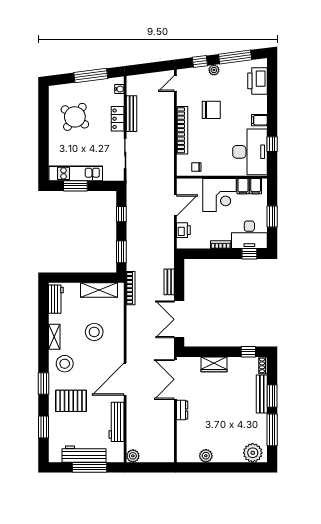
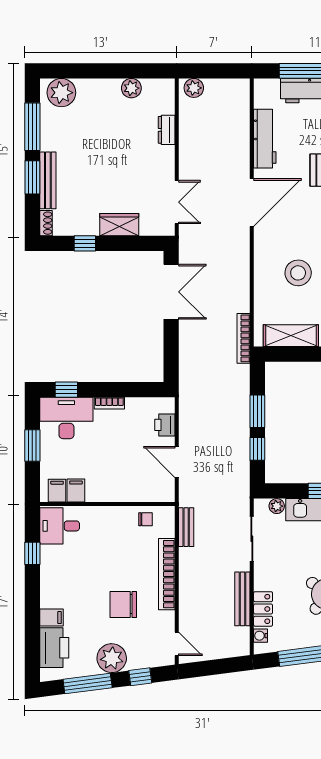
plant: (214, 70) -> (112, 658), width x1.87, depth x1.87
door: (175, 84) -> (177, 644), hinge flipped
locker: (118, 119) -> (263, 609), moved
filing cabinet: (259, 120) -> (51, 618), moved
desk: (250, 152) -> (60, 526), width x0.53, depth x0.77
plant: (109, 176) -> (277, 506), added
corner desk: (220, 195) -> (111, 477), removed
door: (175, 205) -> (177, 462), hinge flipped
window: (121, 252) -> (257, 411), moved
bench: (169, 282) -> (186, 527), moved
window: (248, 352) -> (85, 243), moved
double door: (175, 379) -> (177, 202), width x0.73
dresser: (182, 410) -> (167, 130), moved
plant: (133, 456) -> (194, 88), moved

